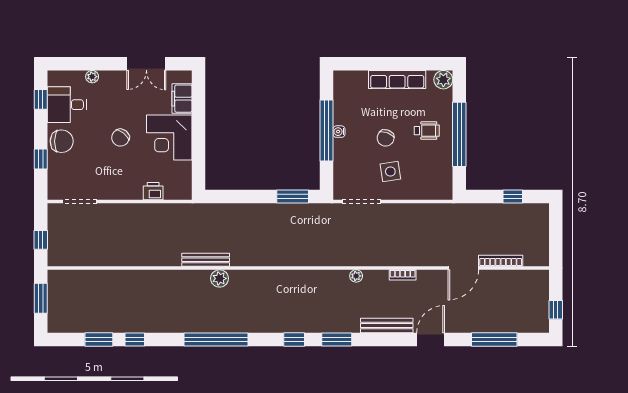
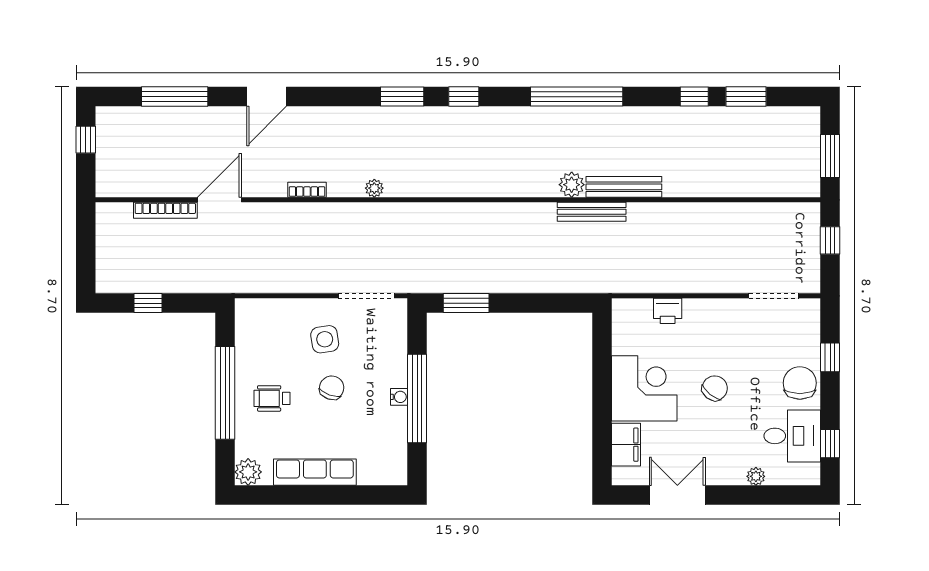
chair: (62, 141) -> (800, 383), turned 89
bench: (387, 325) -> (624, 187), moved

